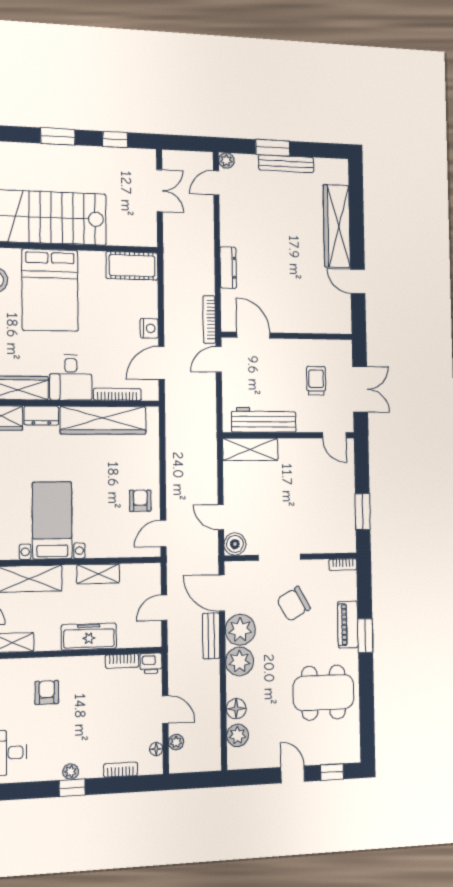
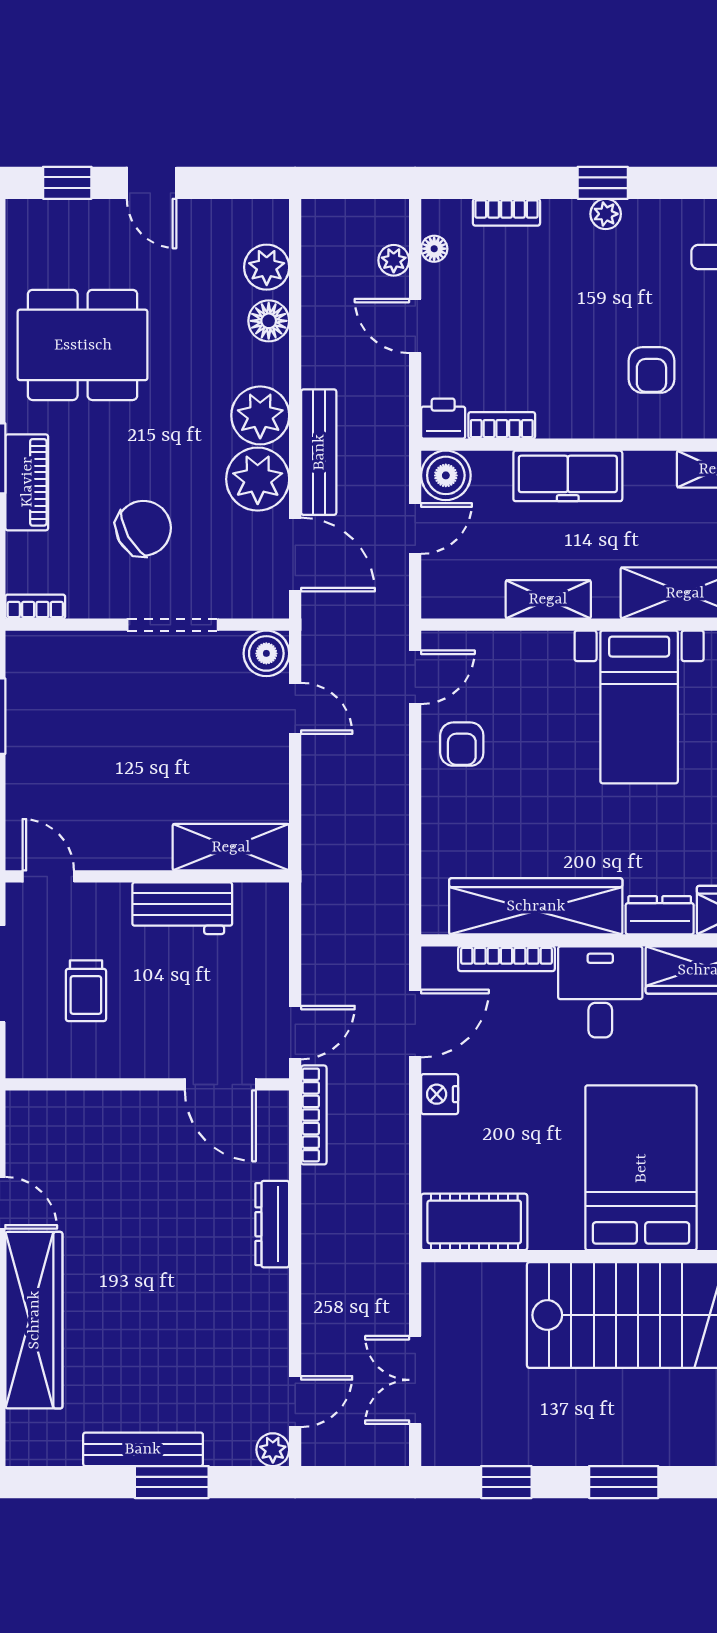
workbench: (264, 420) -> (182, 908), width x0.73
boiler: (149, 635) -> (446, 475), added
bench: (211, 636) -> (319, 452), width x1.36

